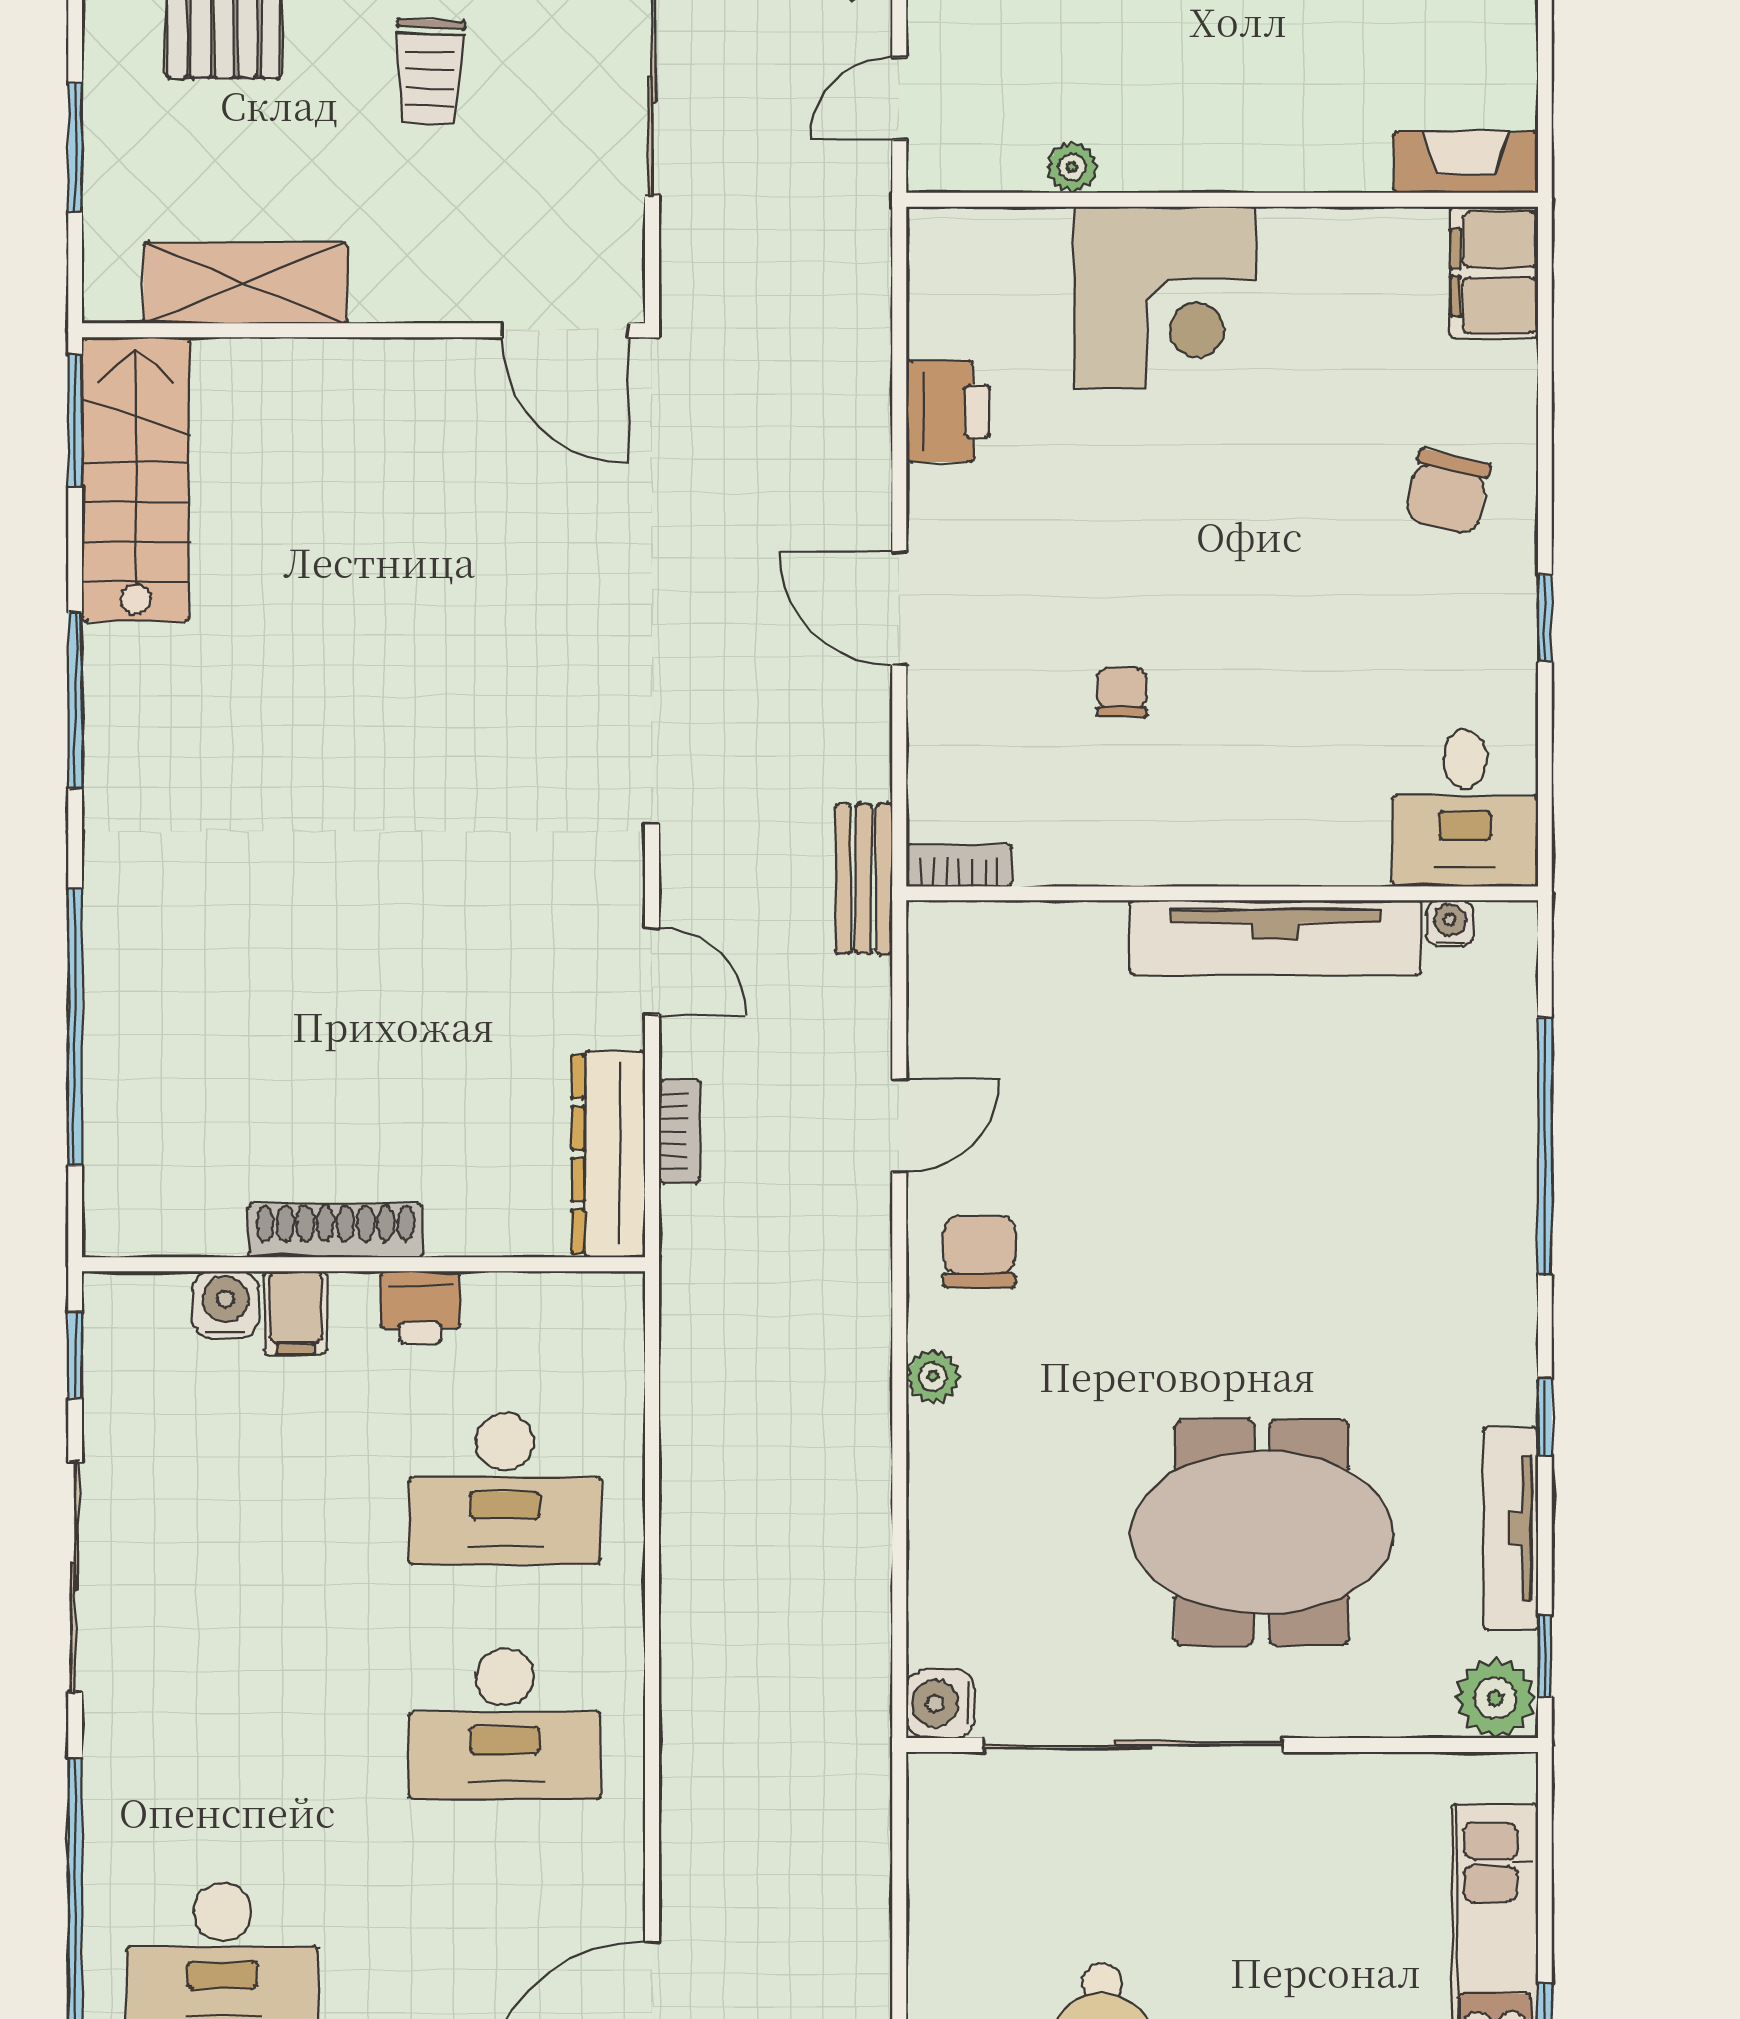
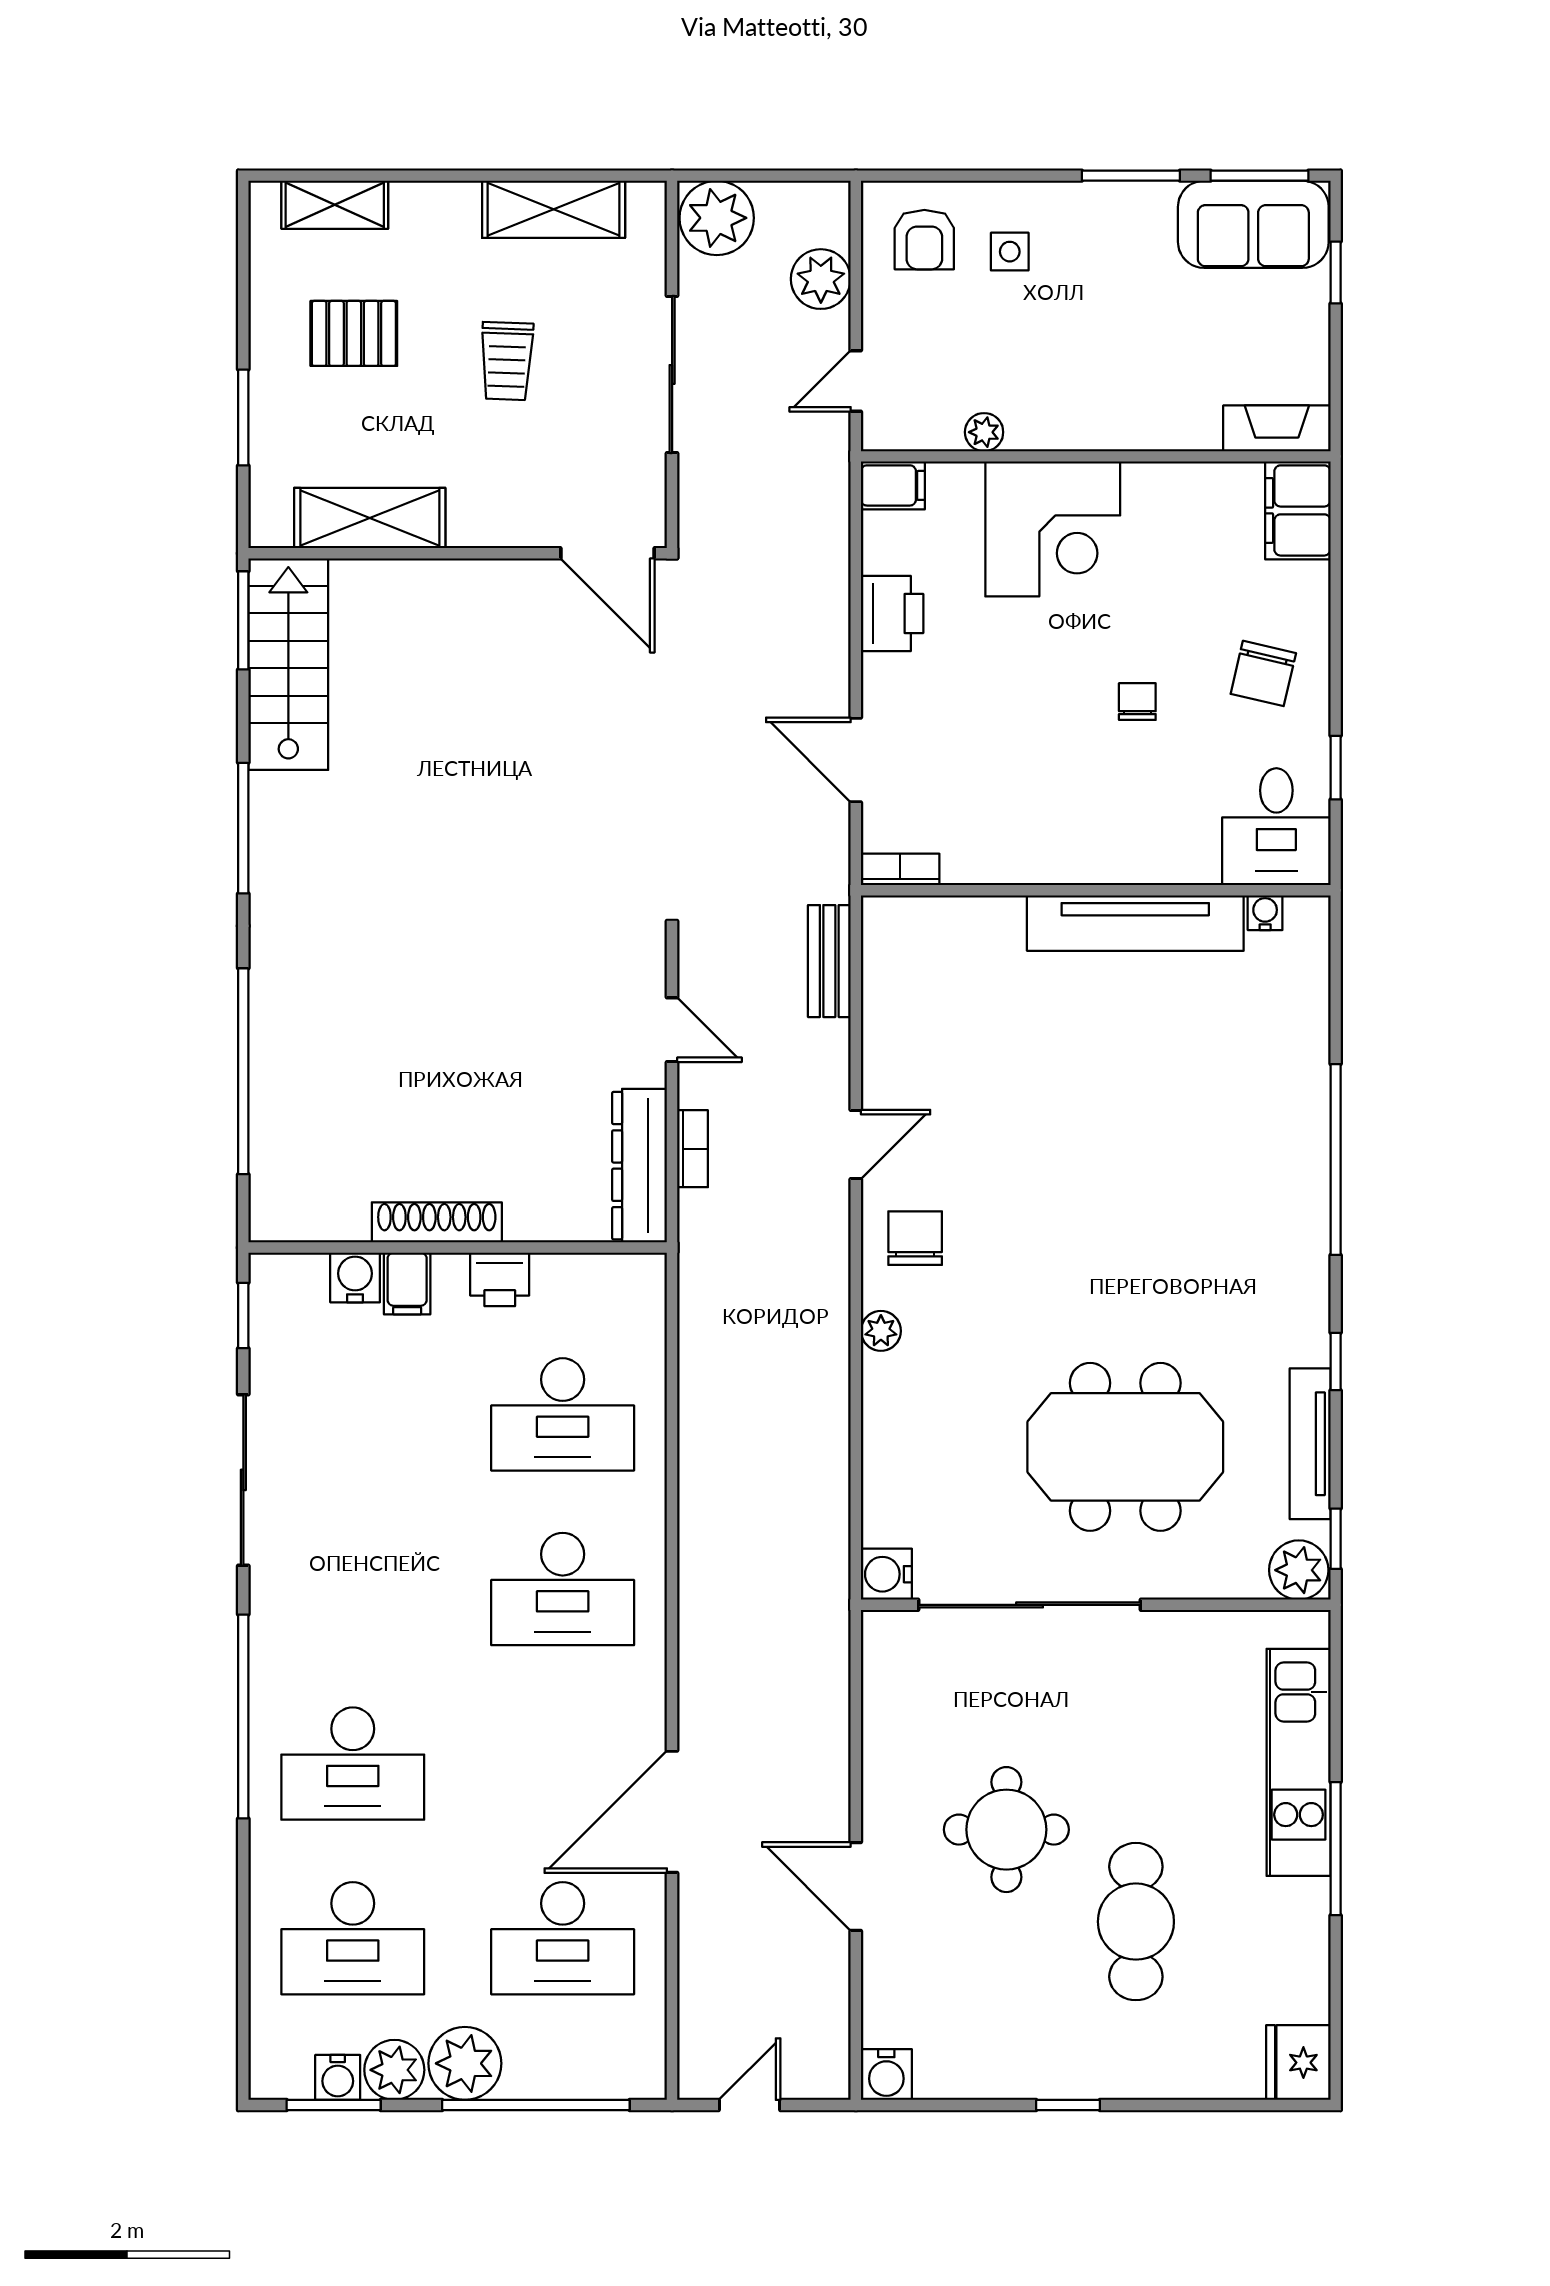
filing cabinet: (949, 239) -> (893, 485), added
chair: (1122, 692) -> (1137, 702), moved
desk: (1465, 808) -> (1276, 827), moved
bookcase: (959, 865) -> (900, 869), moved
wall: (1222, 893) -> (1096, 890), moved
water cooler: (1450, 924) -> (1265, 913), moved
tv unit: (1275, 938) -> (1135, 923), moved

